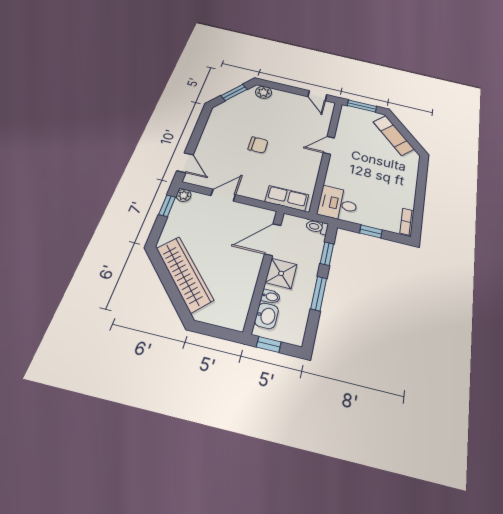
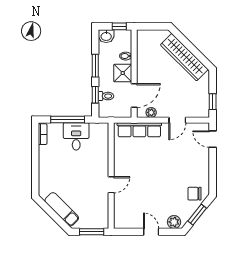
door: (317, 96) -> (151, 232), moved
chair: (258, 145) -> (195, 194), moved
plant: (184, 195) -> (151, 112), moved
row of seats: (287, 198) -> (139, 130), width x1.48
desk: (338, 204) -> (76, 136), moved, turned -90
toilet: (317, 227) -> (106, 96), moved
window: (371, 231) -> (68, 119), width x2.17
washbasin: (267, 316) -> (106, 36), moved, turned -90

